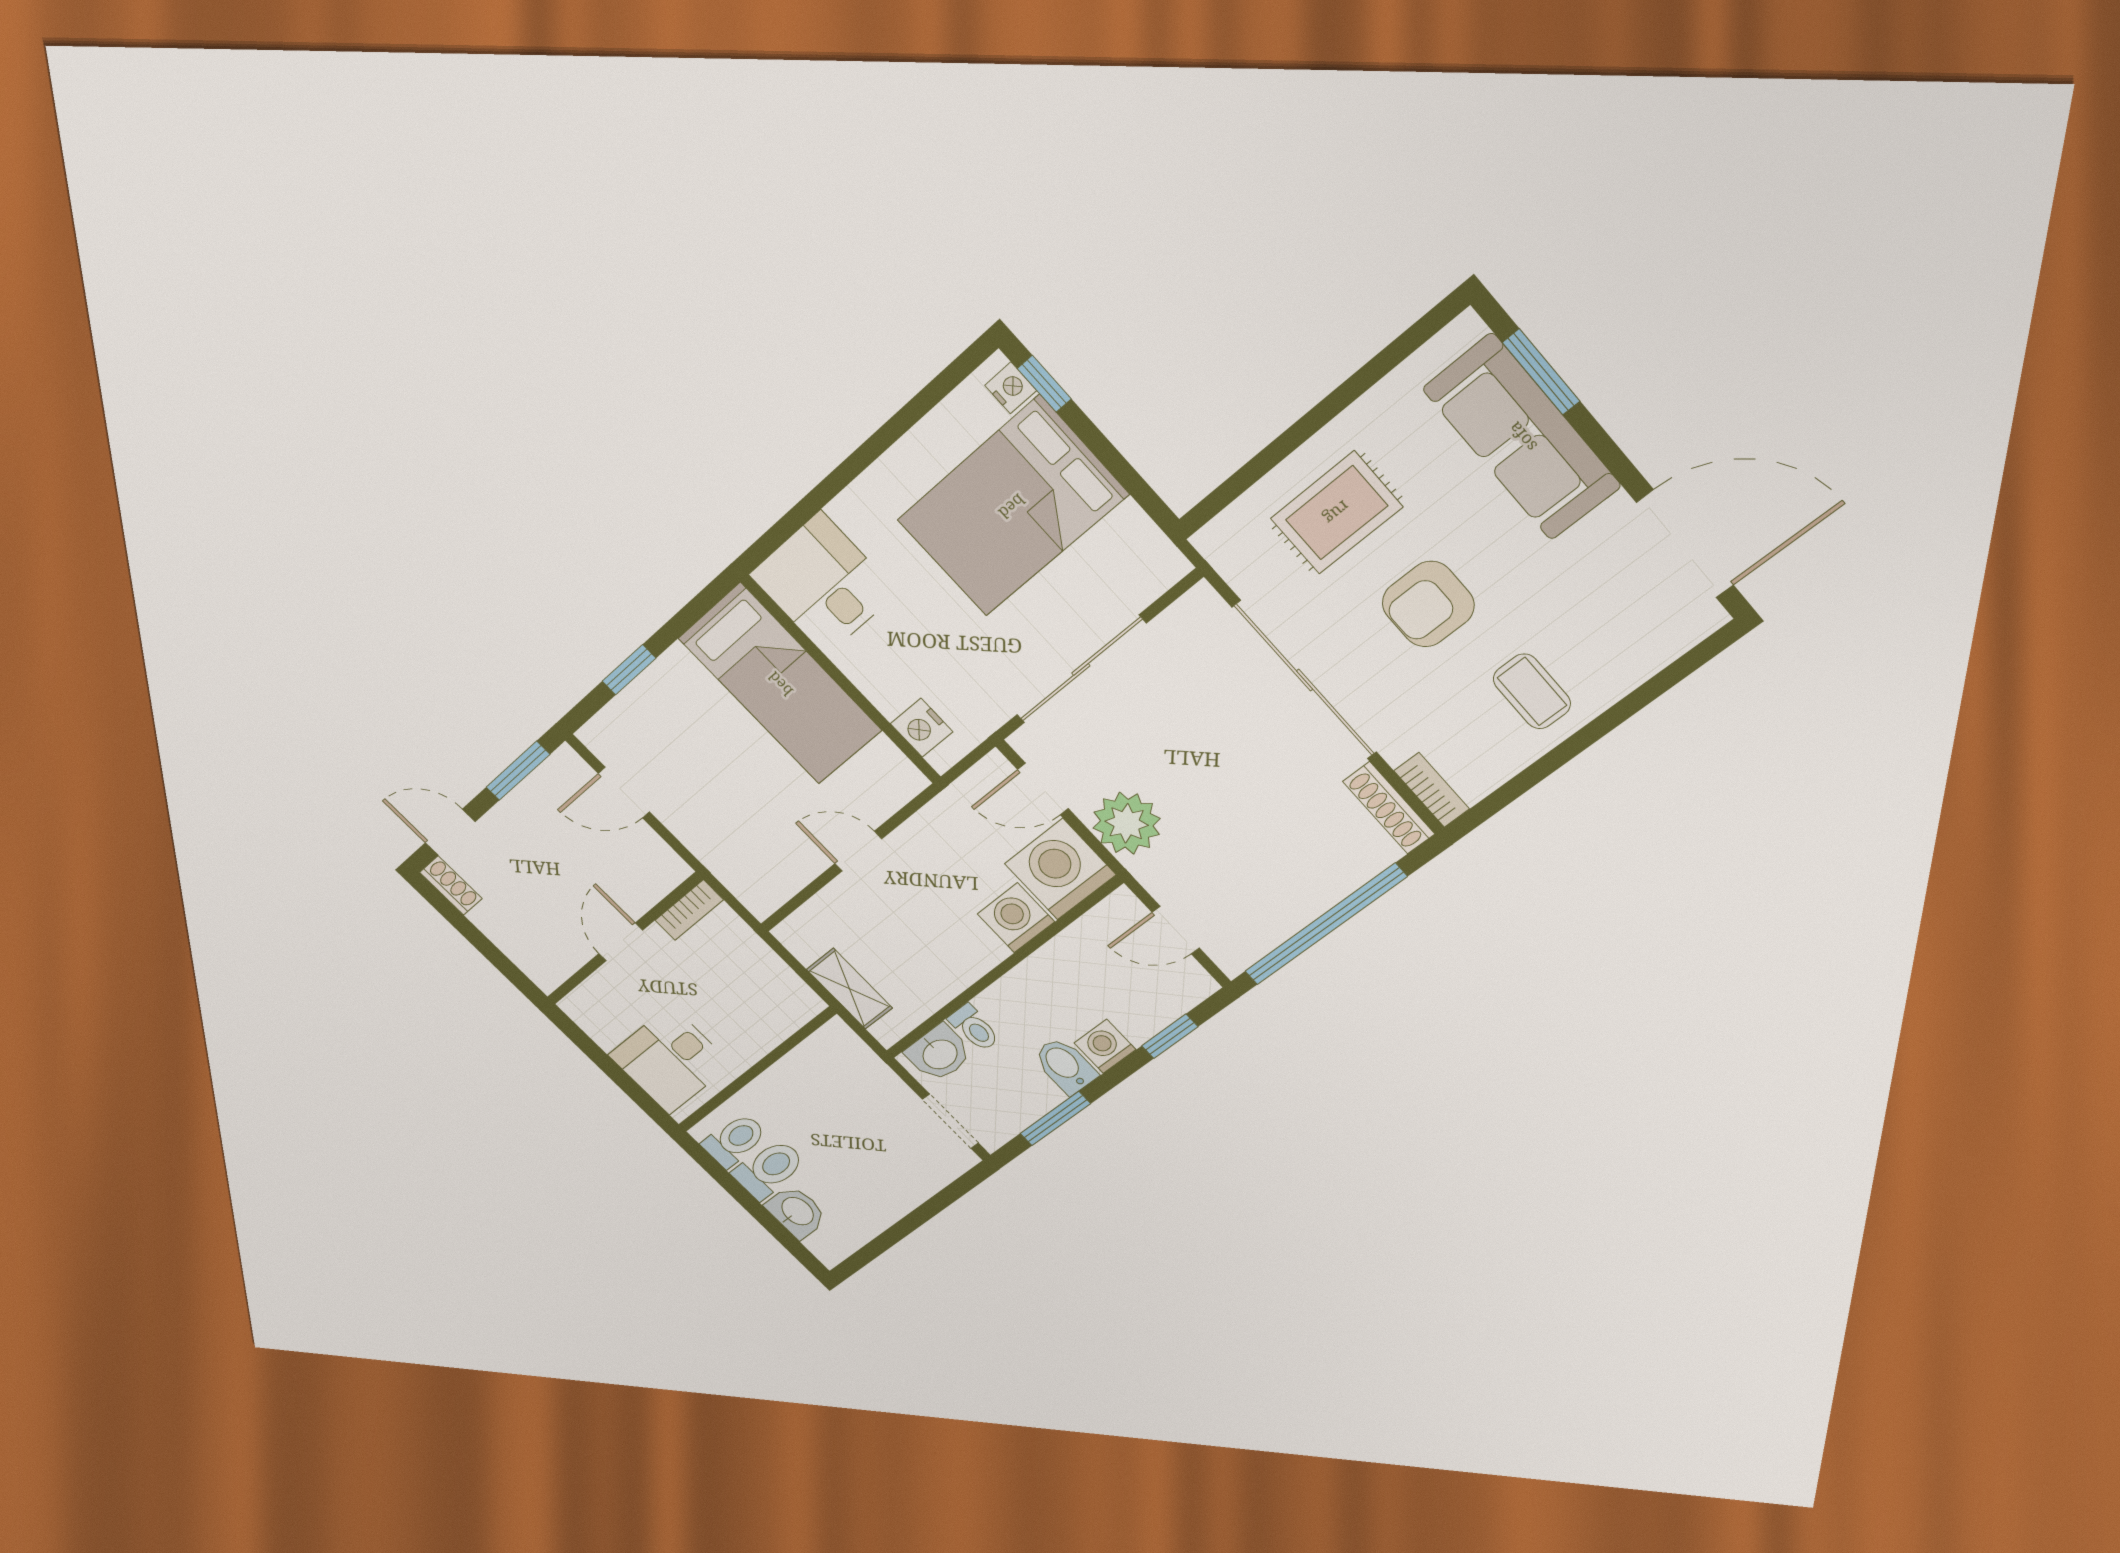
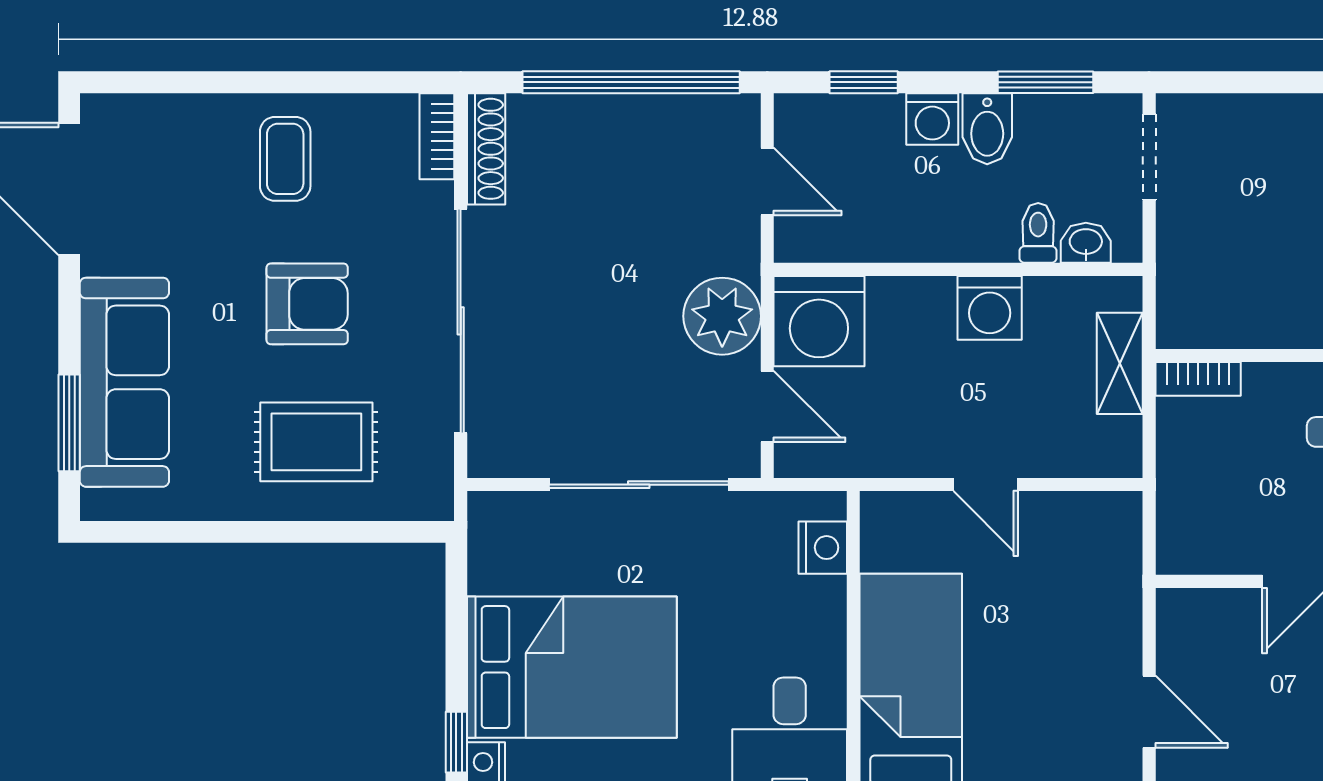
bookcase: (689, 910) -> (1198, 379), moved, turned 180
washing machine: (1016, 918) -> (990, 308), moved
washbasin: (939, 1053) -> (1086, 243), width x0.72, depth x0.69

